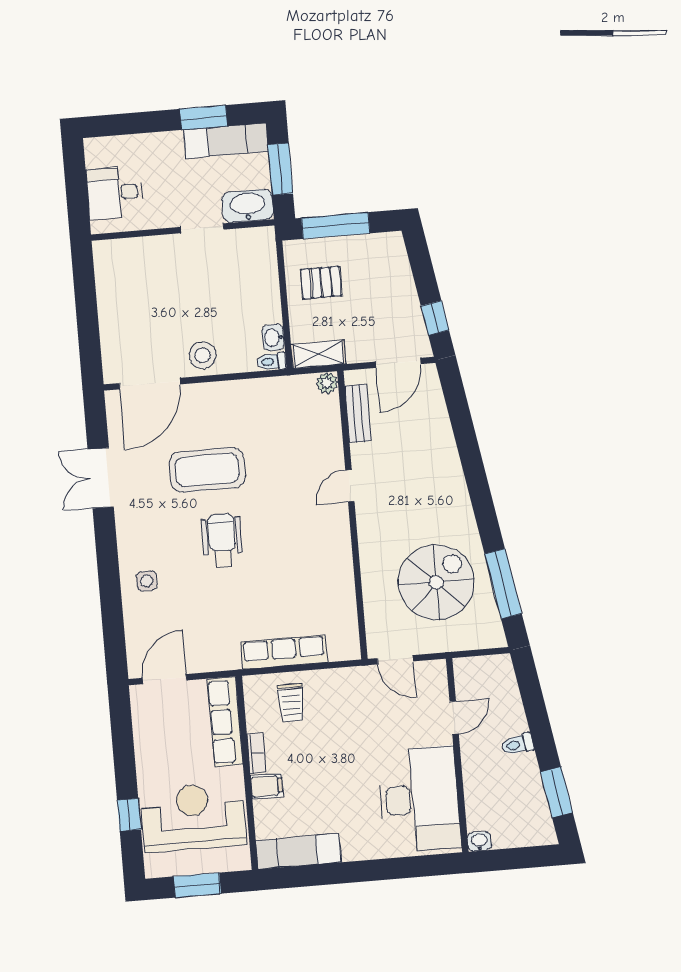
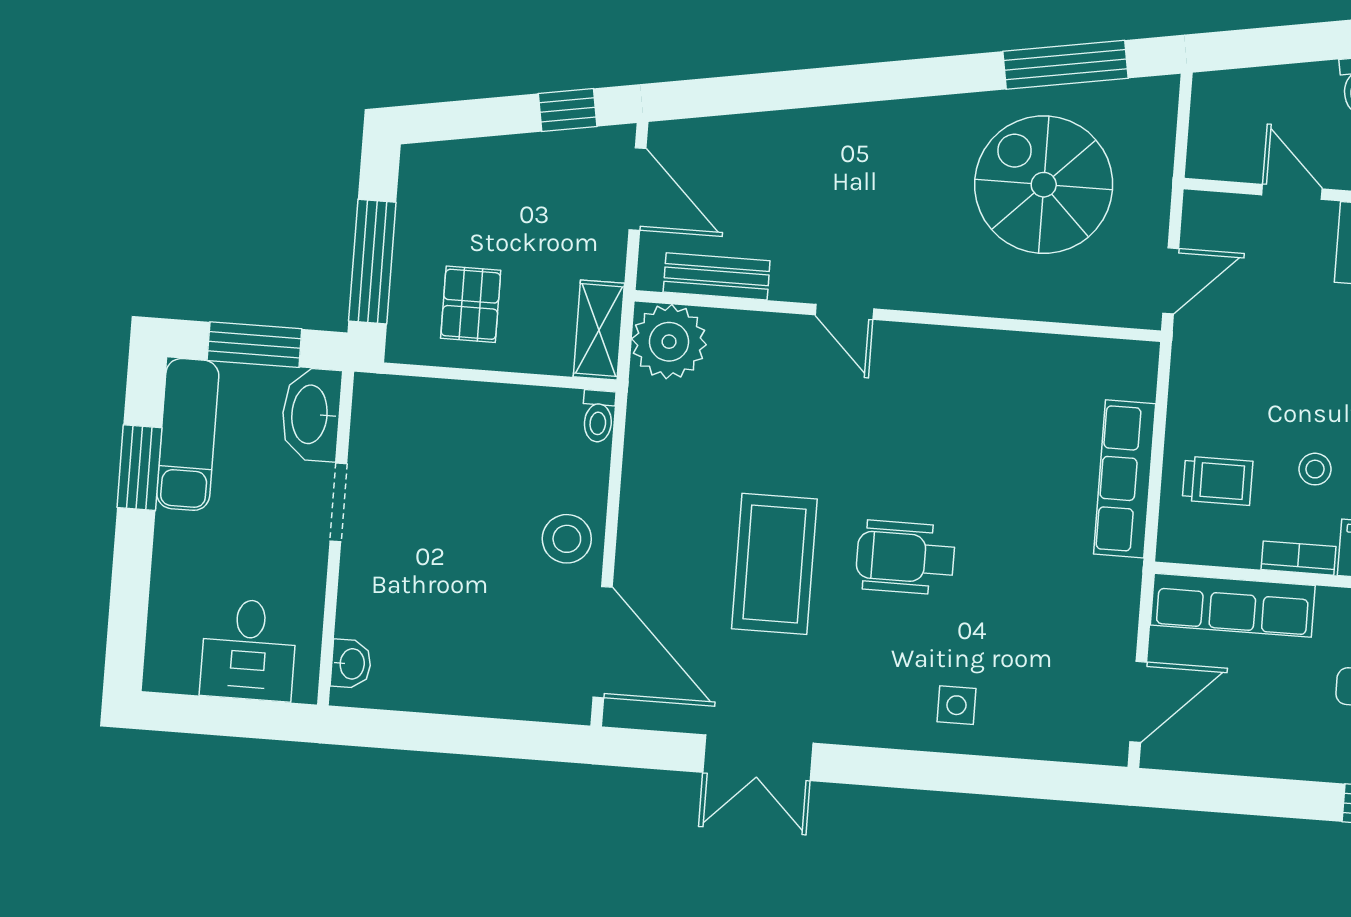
washbasin: (273, 338) -> (351, 664), moved, turned -90
plant: (327, 383) -> (669, 342), width x1.88, depth x1.88
door: (164, 679) -> (1138, 702), swing flipped
stool: (306, 754) -> (1315, 469), added

